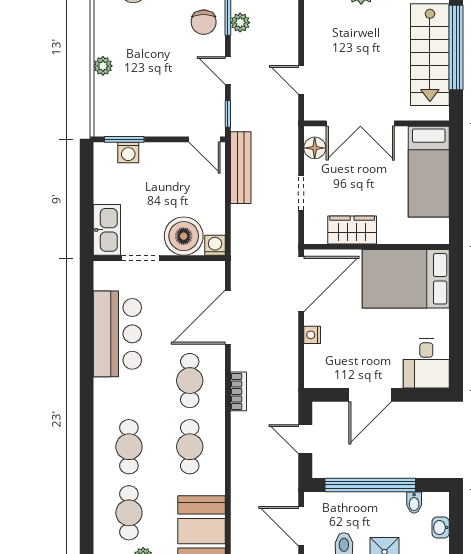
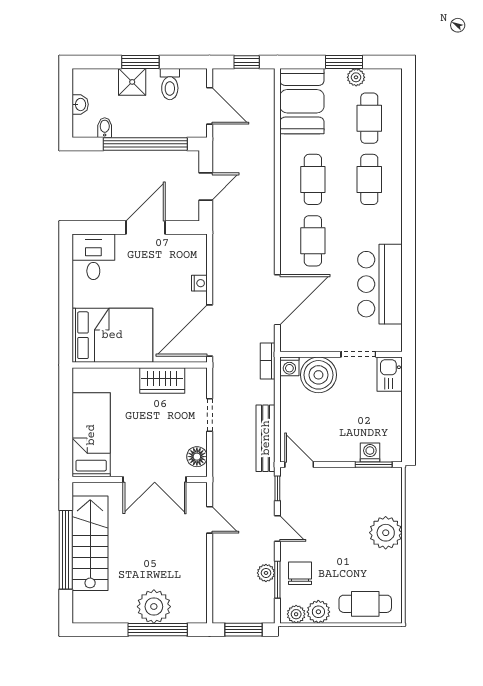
plant: (103, 66) -> (386, 533), width x1.88, depth x1.88
double door: (360, 123) -> (155, 479), swing flipped
kitchen sink: (107, 230) -> (390, 374), width x0.73
bookcase: (238, 391) -> (268, 361), moved
door: (305, 439) -> (206, 187), hinge flipped

